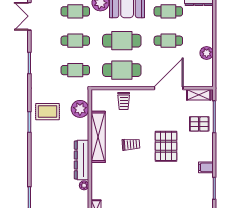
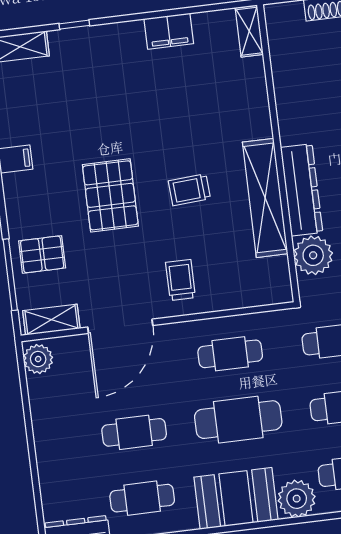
plant: (207, 53) -> (38, 359), moved
cafe table: (122, 70) -> (230, 354), width x0.73, depth x0.74
trolley: (124, 101) -> (180, 280), moved
dresser: (82, 160) -> (302, 190), moved
plant: (84, 185) -> (283, 85), removed

